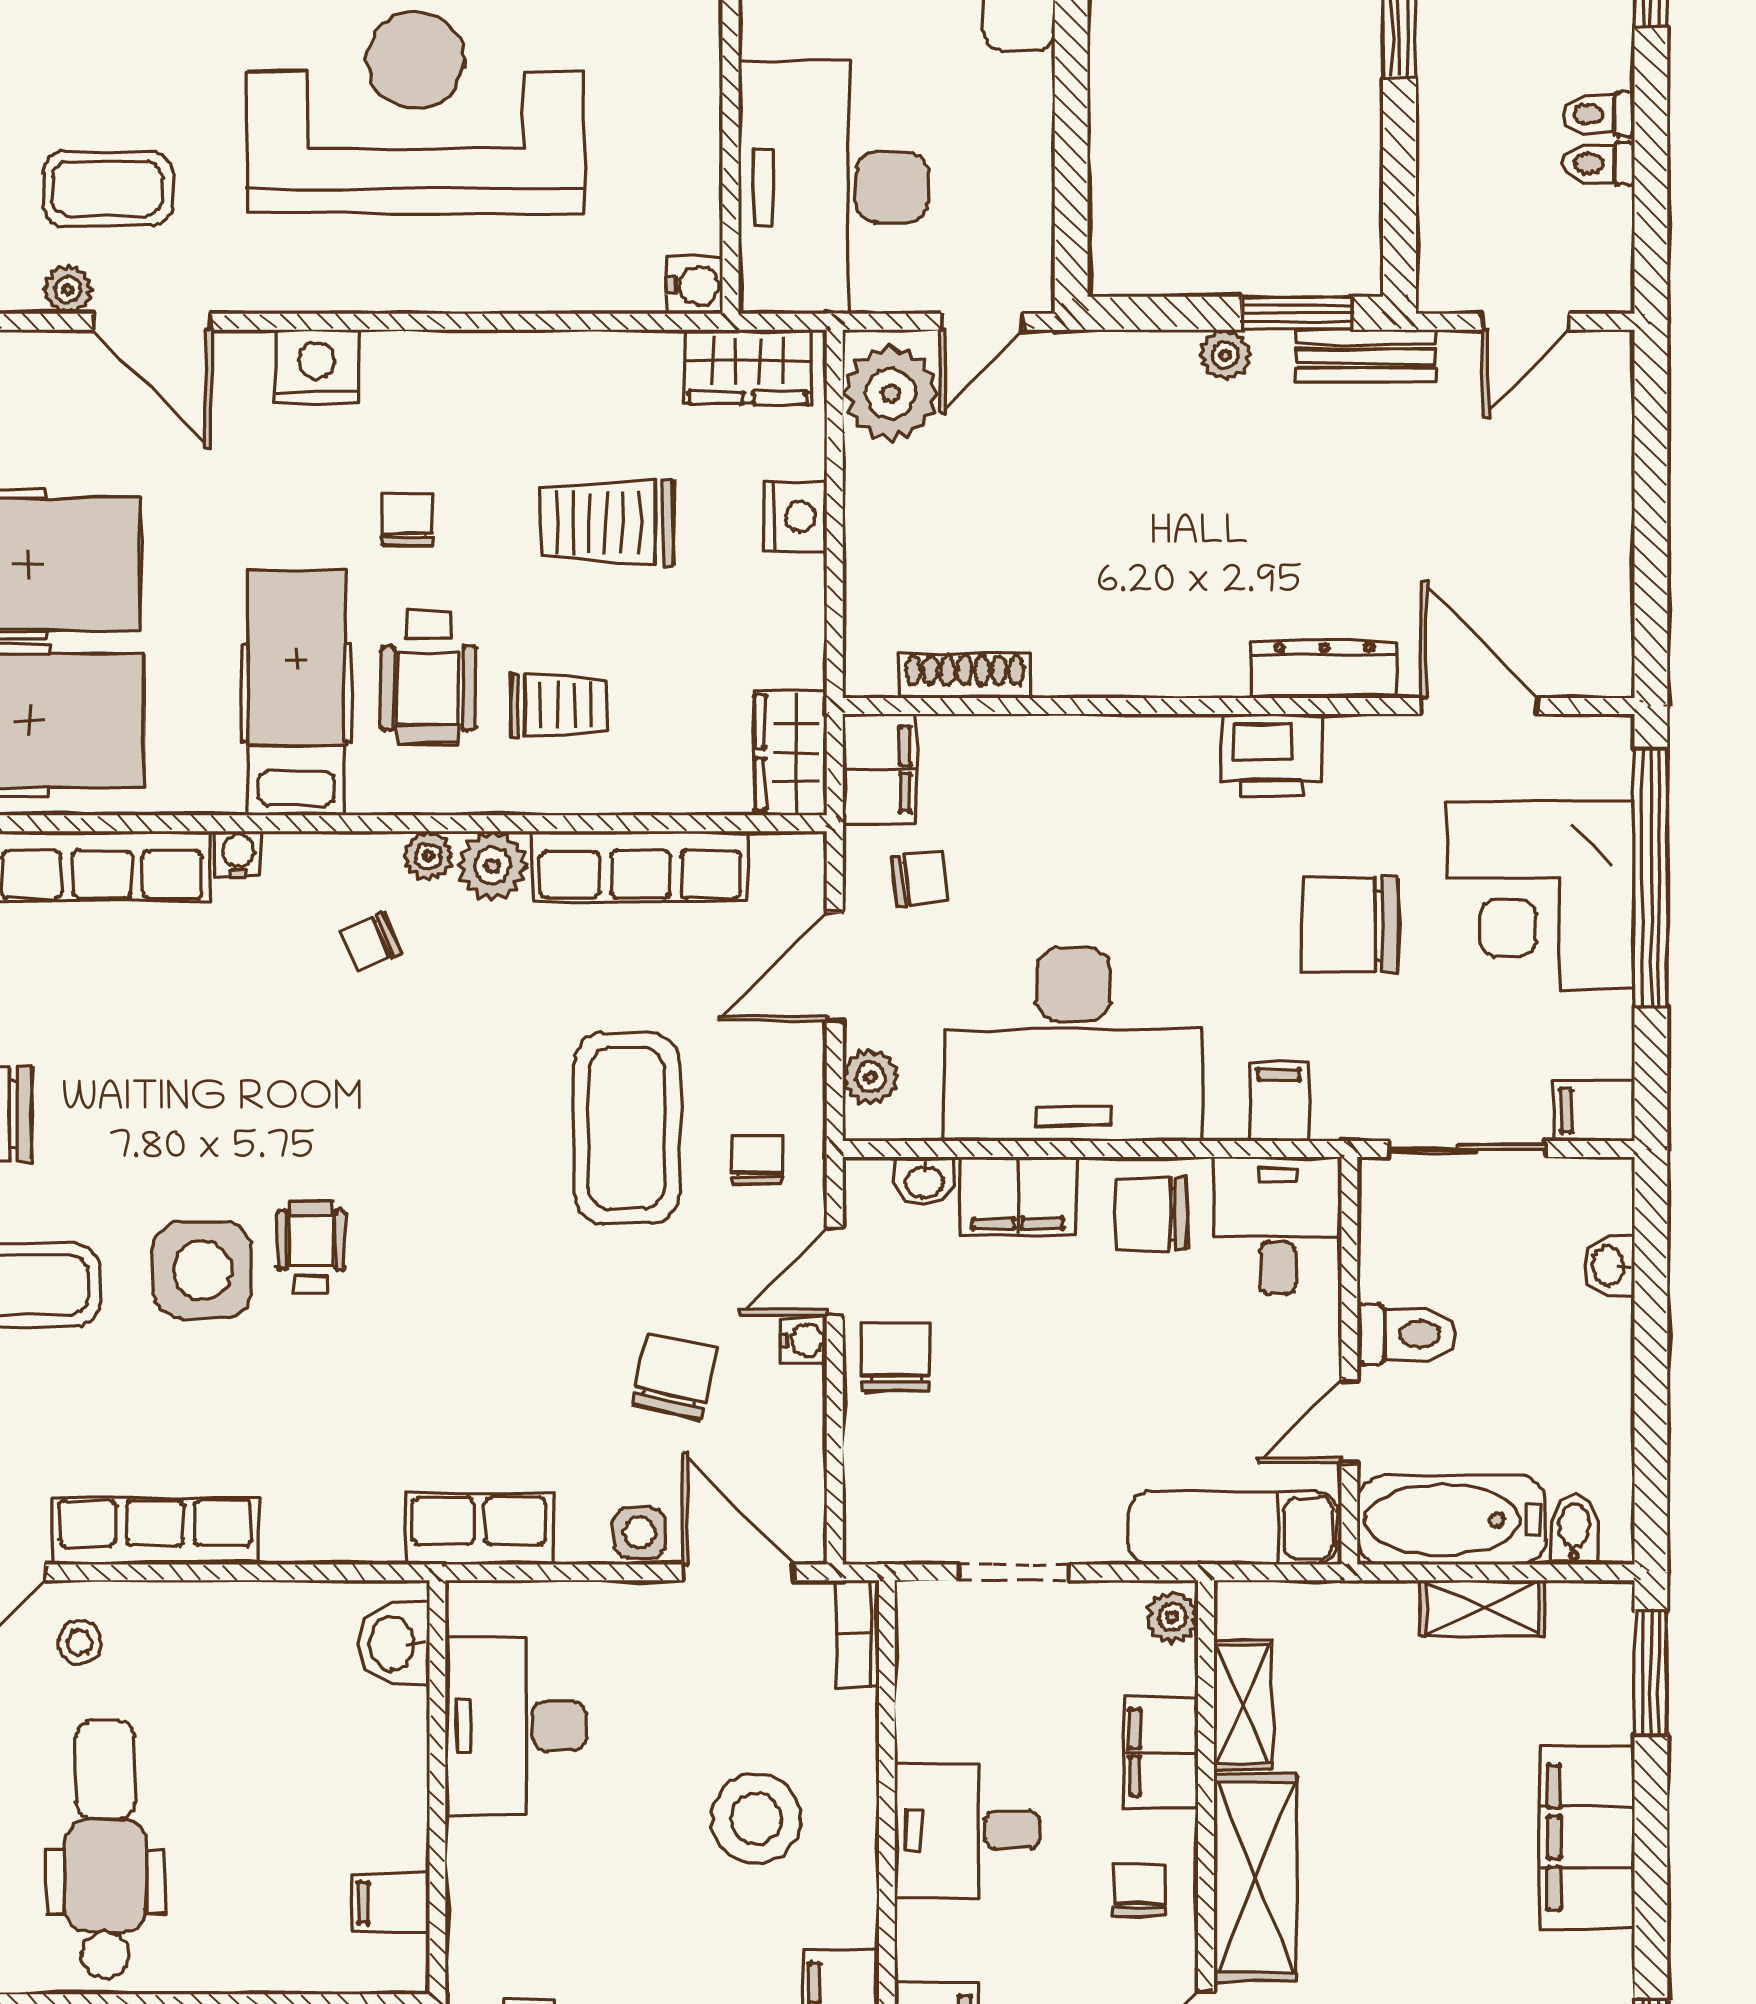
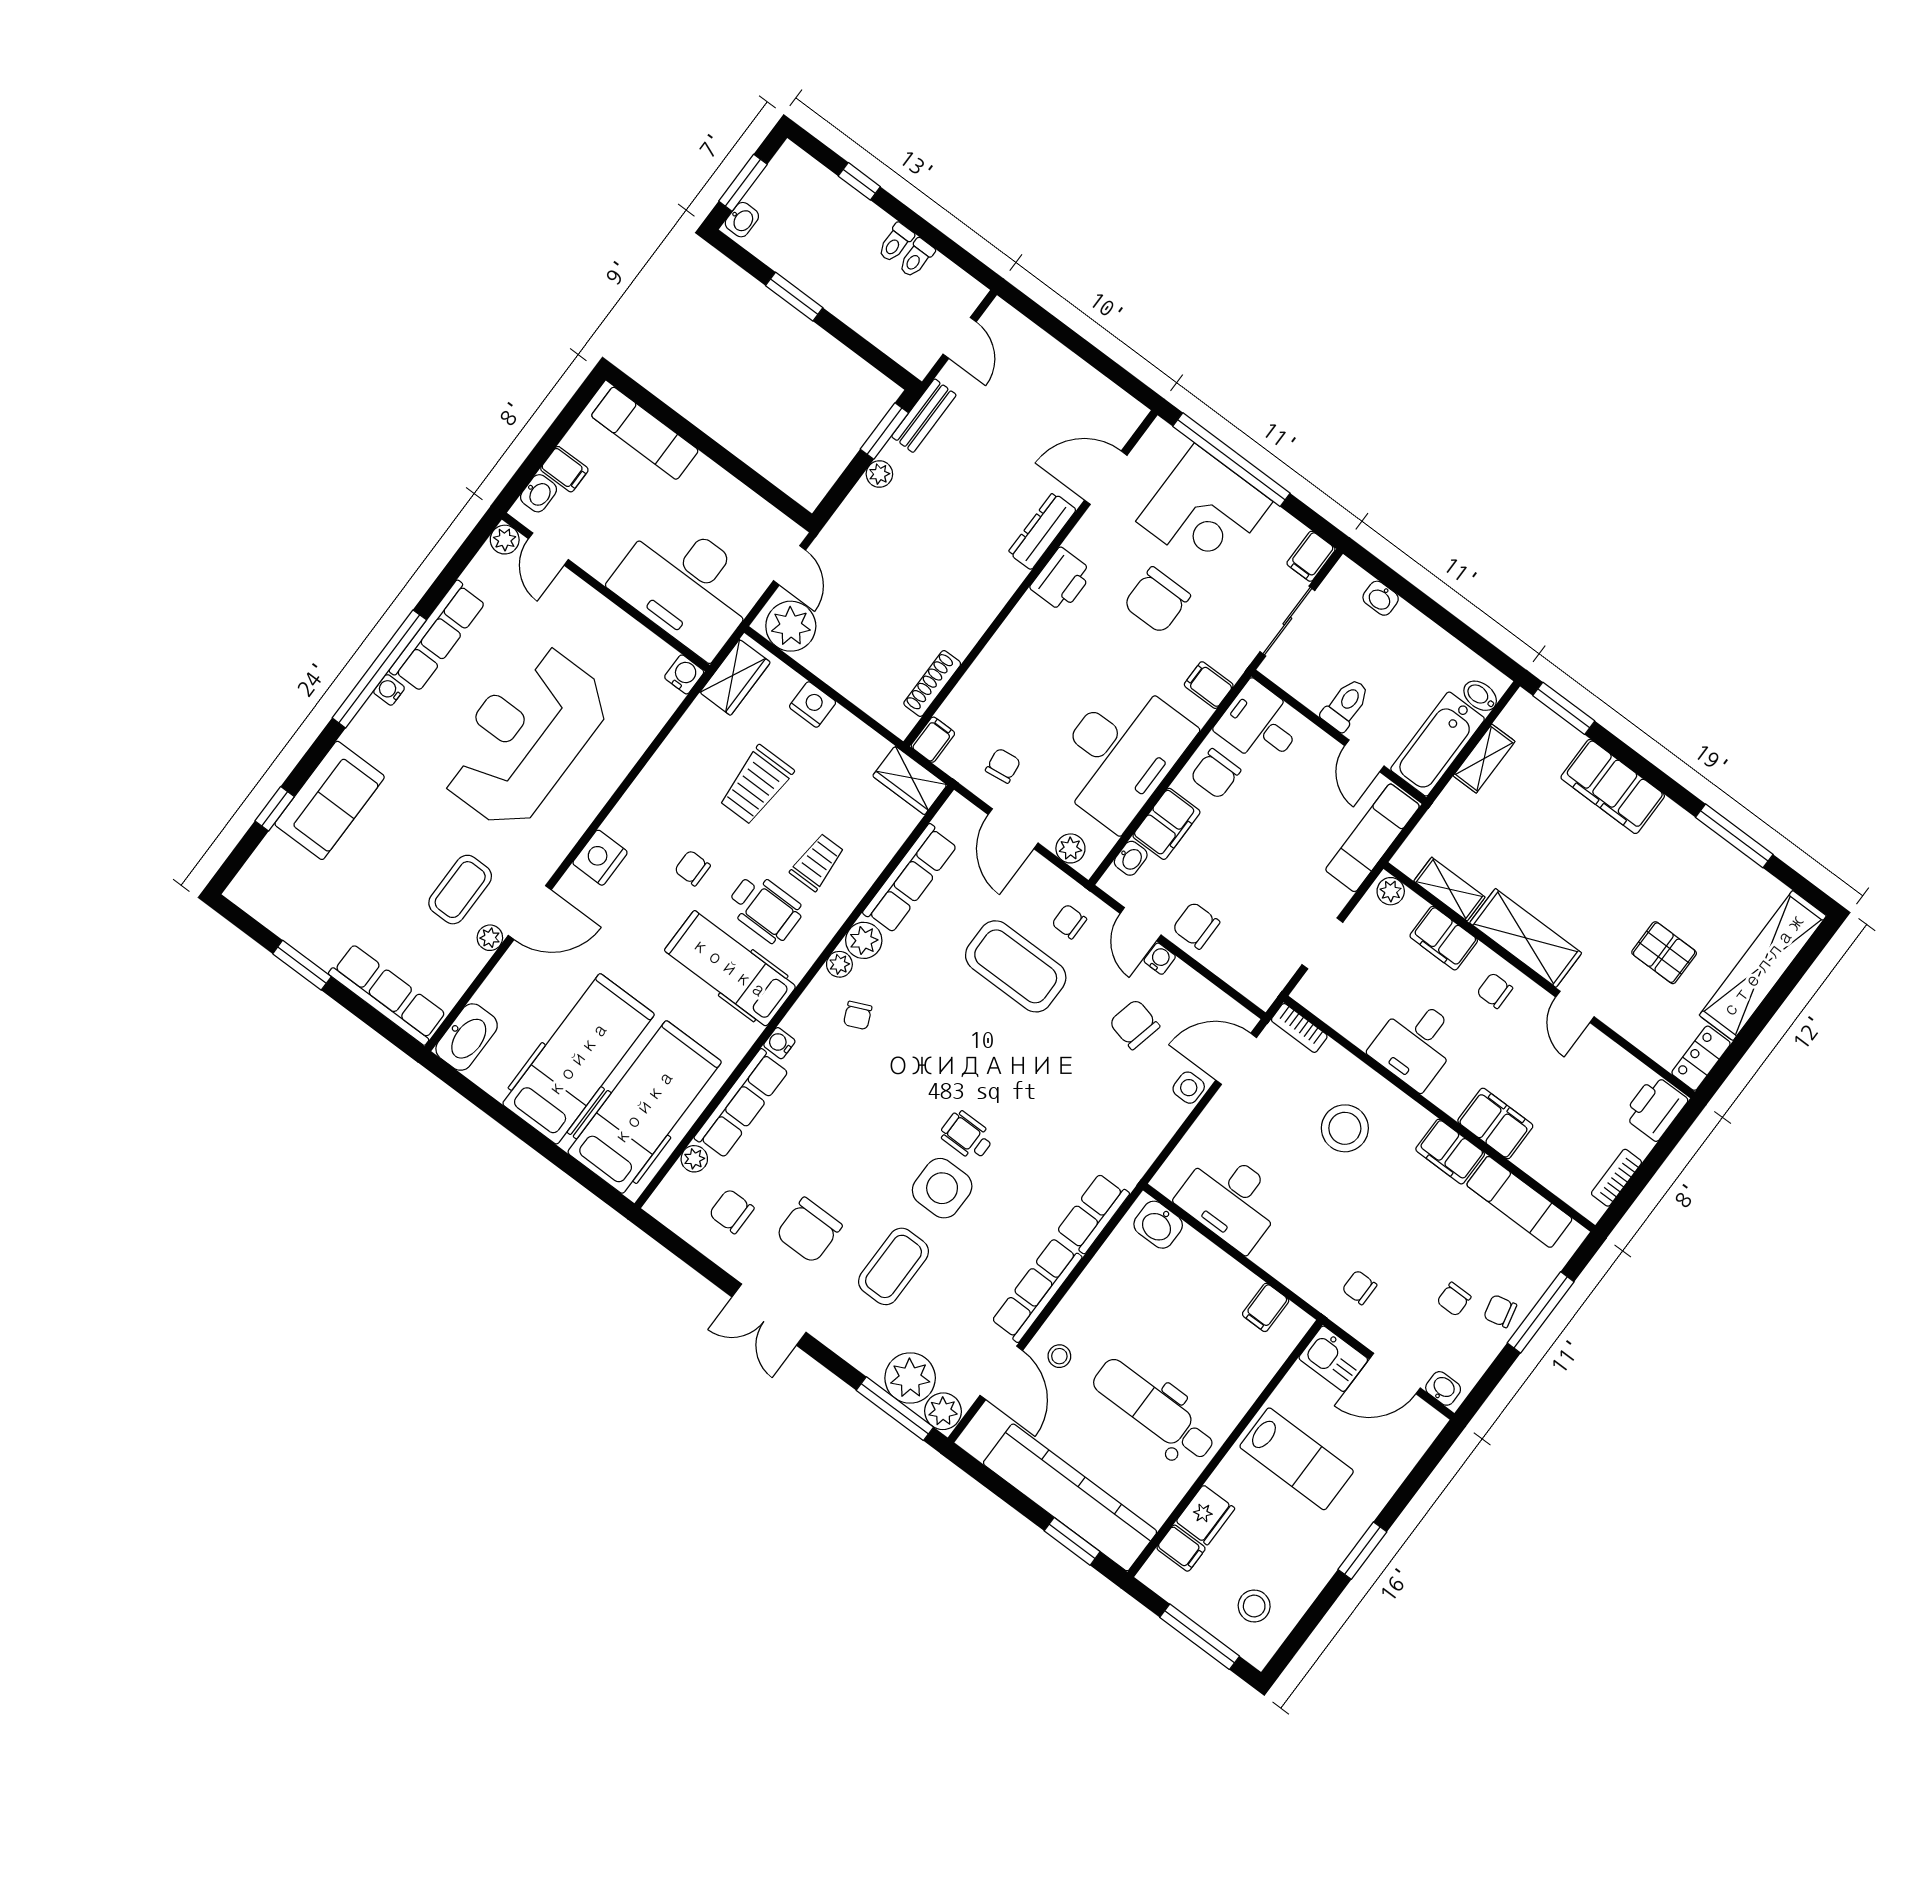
filing cabinet: (879, 769) -> (933, 740), width x0.50
row of seats: (479, 1529) -> (1093, 1213), moved

